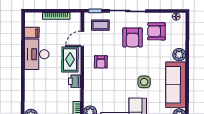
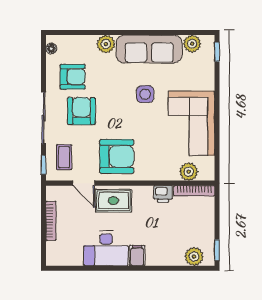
armchair: (157, 31) -> (73, 77), turned -90
filing cabinet: (32, 33) -> (137, 256), moved
armchair: (133, 37) -> (81, 111), turned -90
armchair: (101, 62) -> (117, 156), width x1.88, depth x1.88
printer: (75, 81) -> (163, 194), moved

